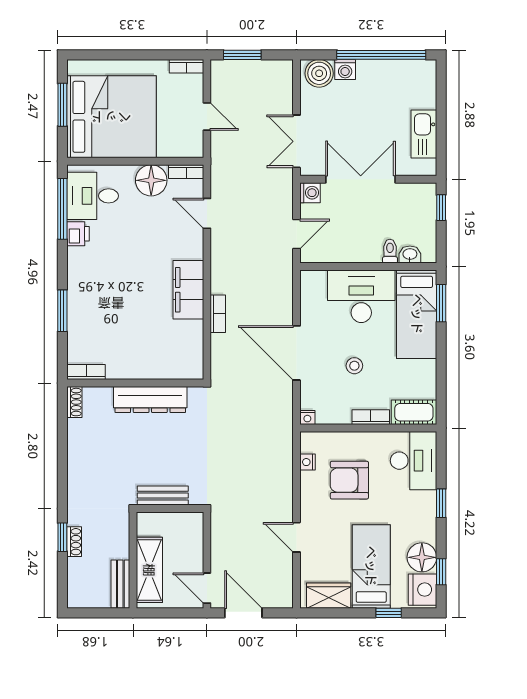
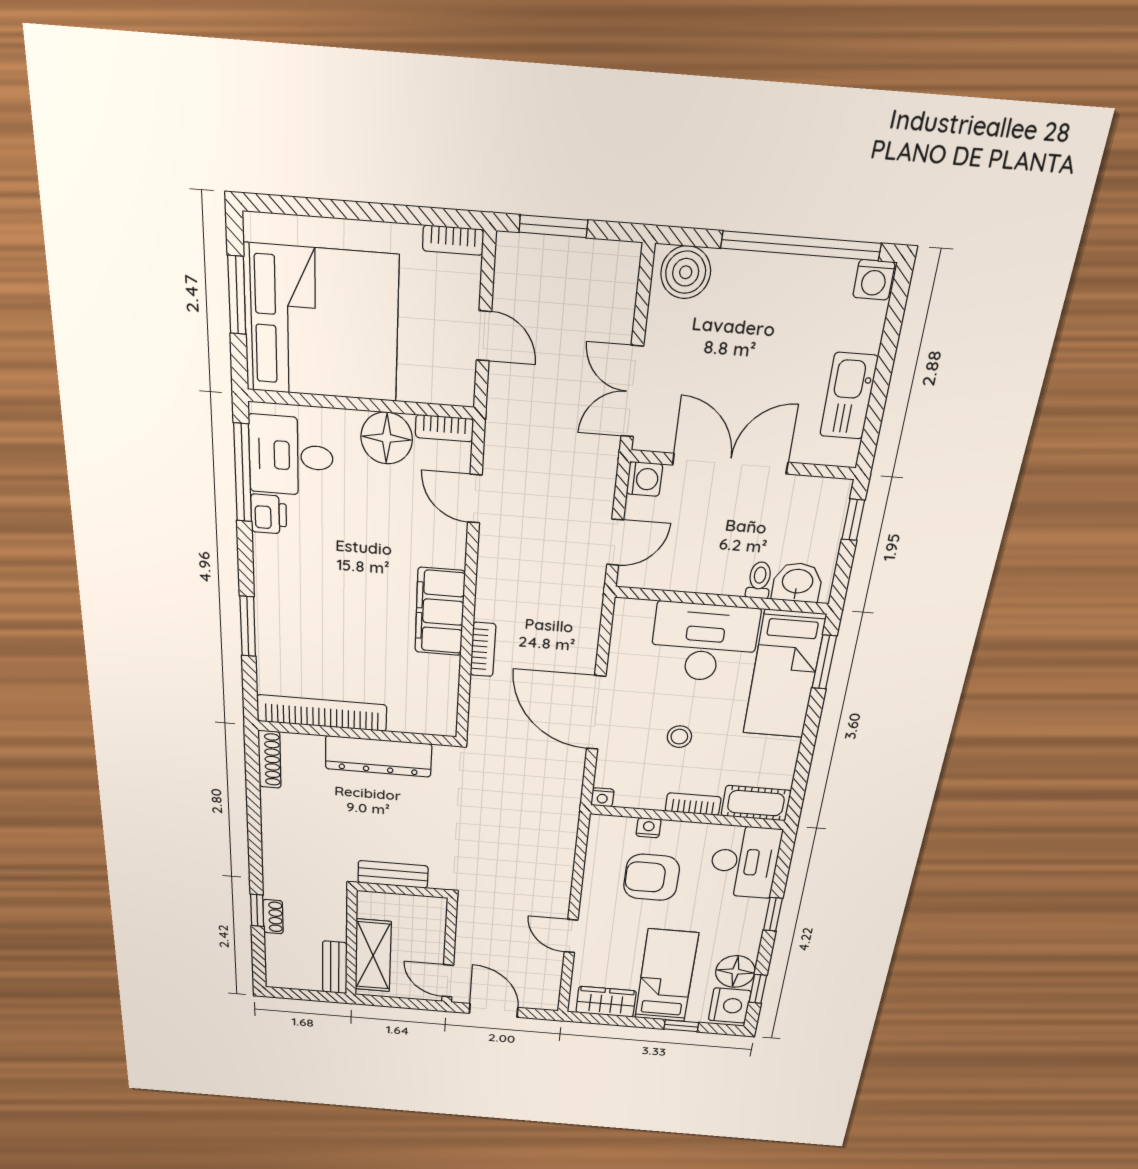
washing machine: (345, 69) -> (874, 280), moved
washbasin: (410, 255) -> (797, 582), width x1.38, depth x1.45
bookcase: (86, 372) -> (322, 713), width x2.31, depth x1.31
shoe rack: (74, 402) -> (269, 759), width x1.43
nightstand: (308, 462) -> (649, 828), moved, turned 90

